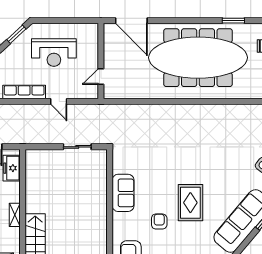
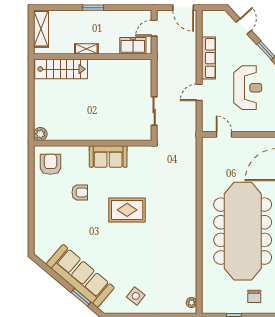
reception desk: (54, 53) -> (248, 88), turned 180
rug: (190, 203) -> (127, 210), moved

